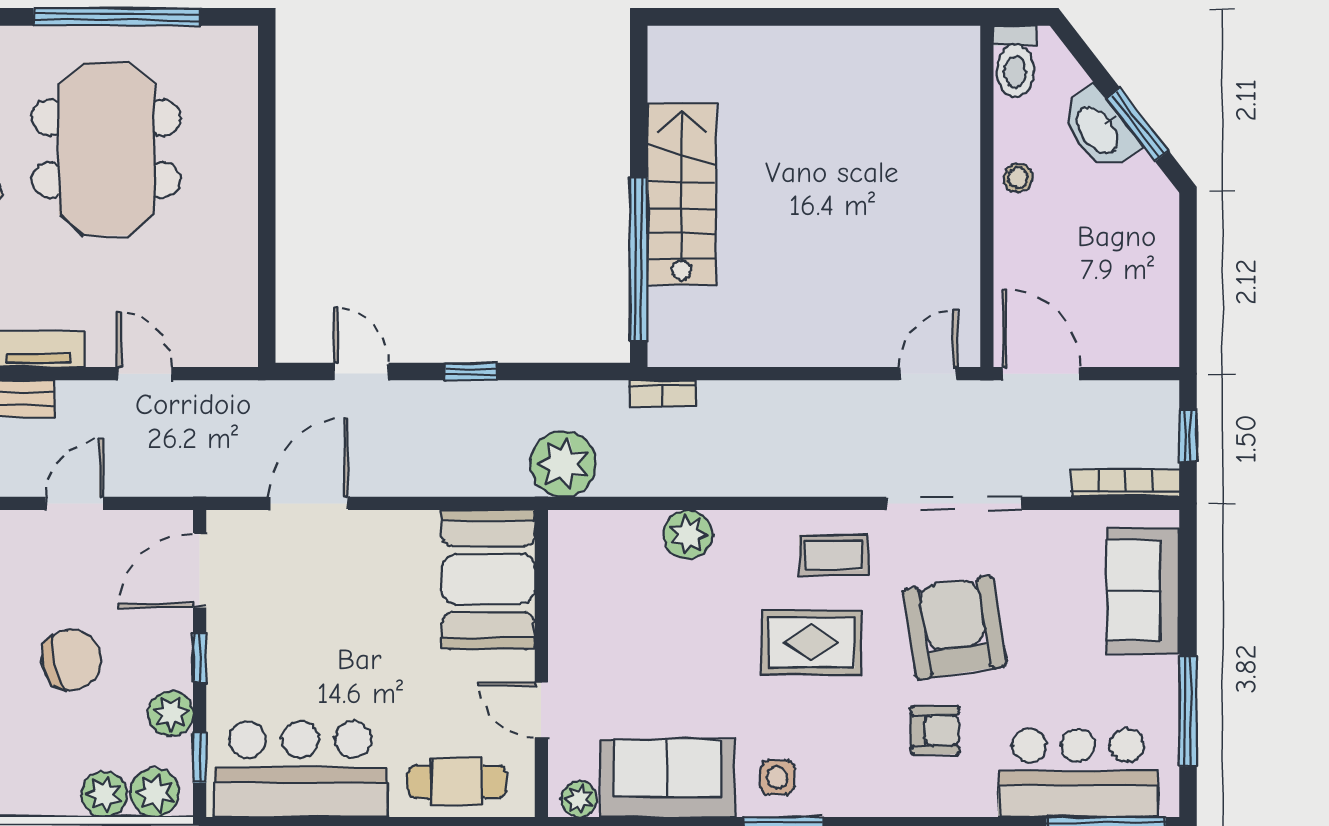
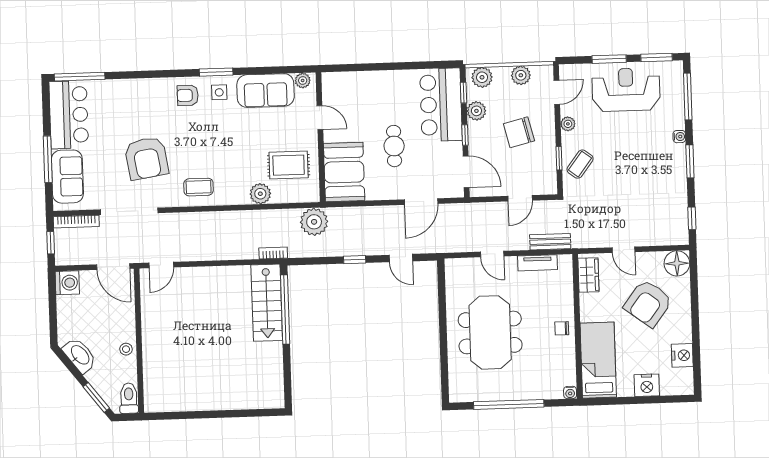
window: (1138, 125) -> (96, 397), moved
washbasin: (1099, 129) -> (80, 355), moved
meeting table: (106, 149) -> (490, 332), moved
stairs: (682, 194) -> (267, 303), moved
washing machine: (1151, 339) -> (67, 283), added
doorway: (954, 503) -> (129, 211), moved
door: (200, 570) -> (466, 172), hinge flipped
rug: (811, 643) -> (289, 165), moved
window: (1188, 711) -> (48, 159), moved
armchair: (935, 730) -> (188, 95), moved
bar counter: (300, 769) -> (441, 105), moved, turned 90
bar counter: (1078, 773) -> (69, 115), moved, turned -90
cafe table: (457, 782) -> (394, 146), moved, turned 90
plant: (104, 794) -> (521, 75), moved

